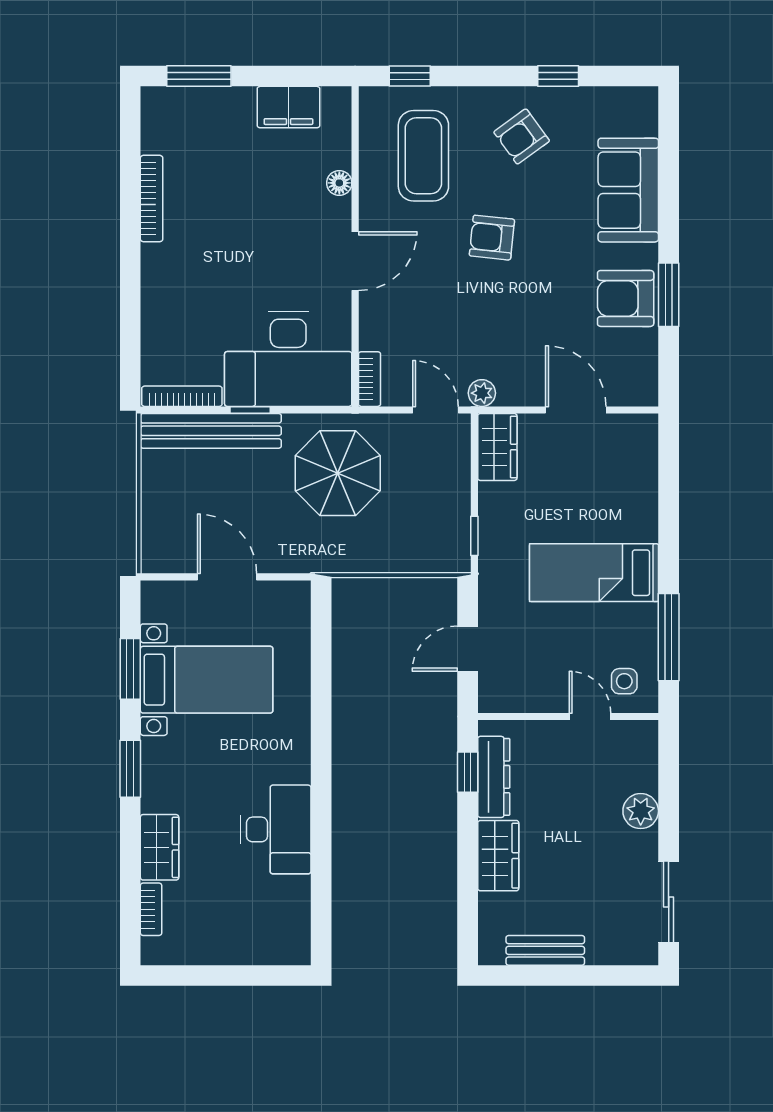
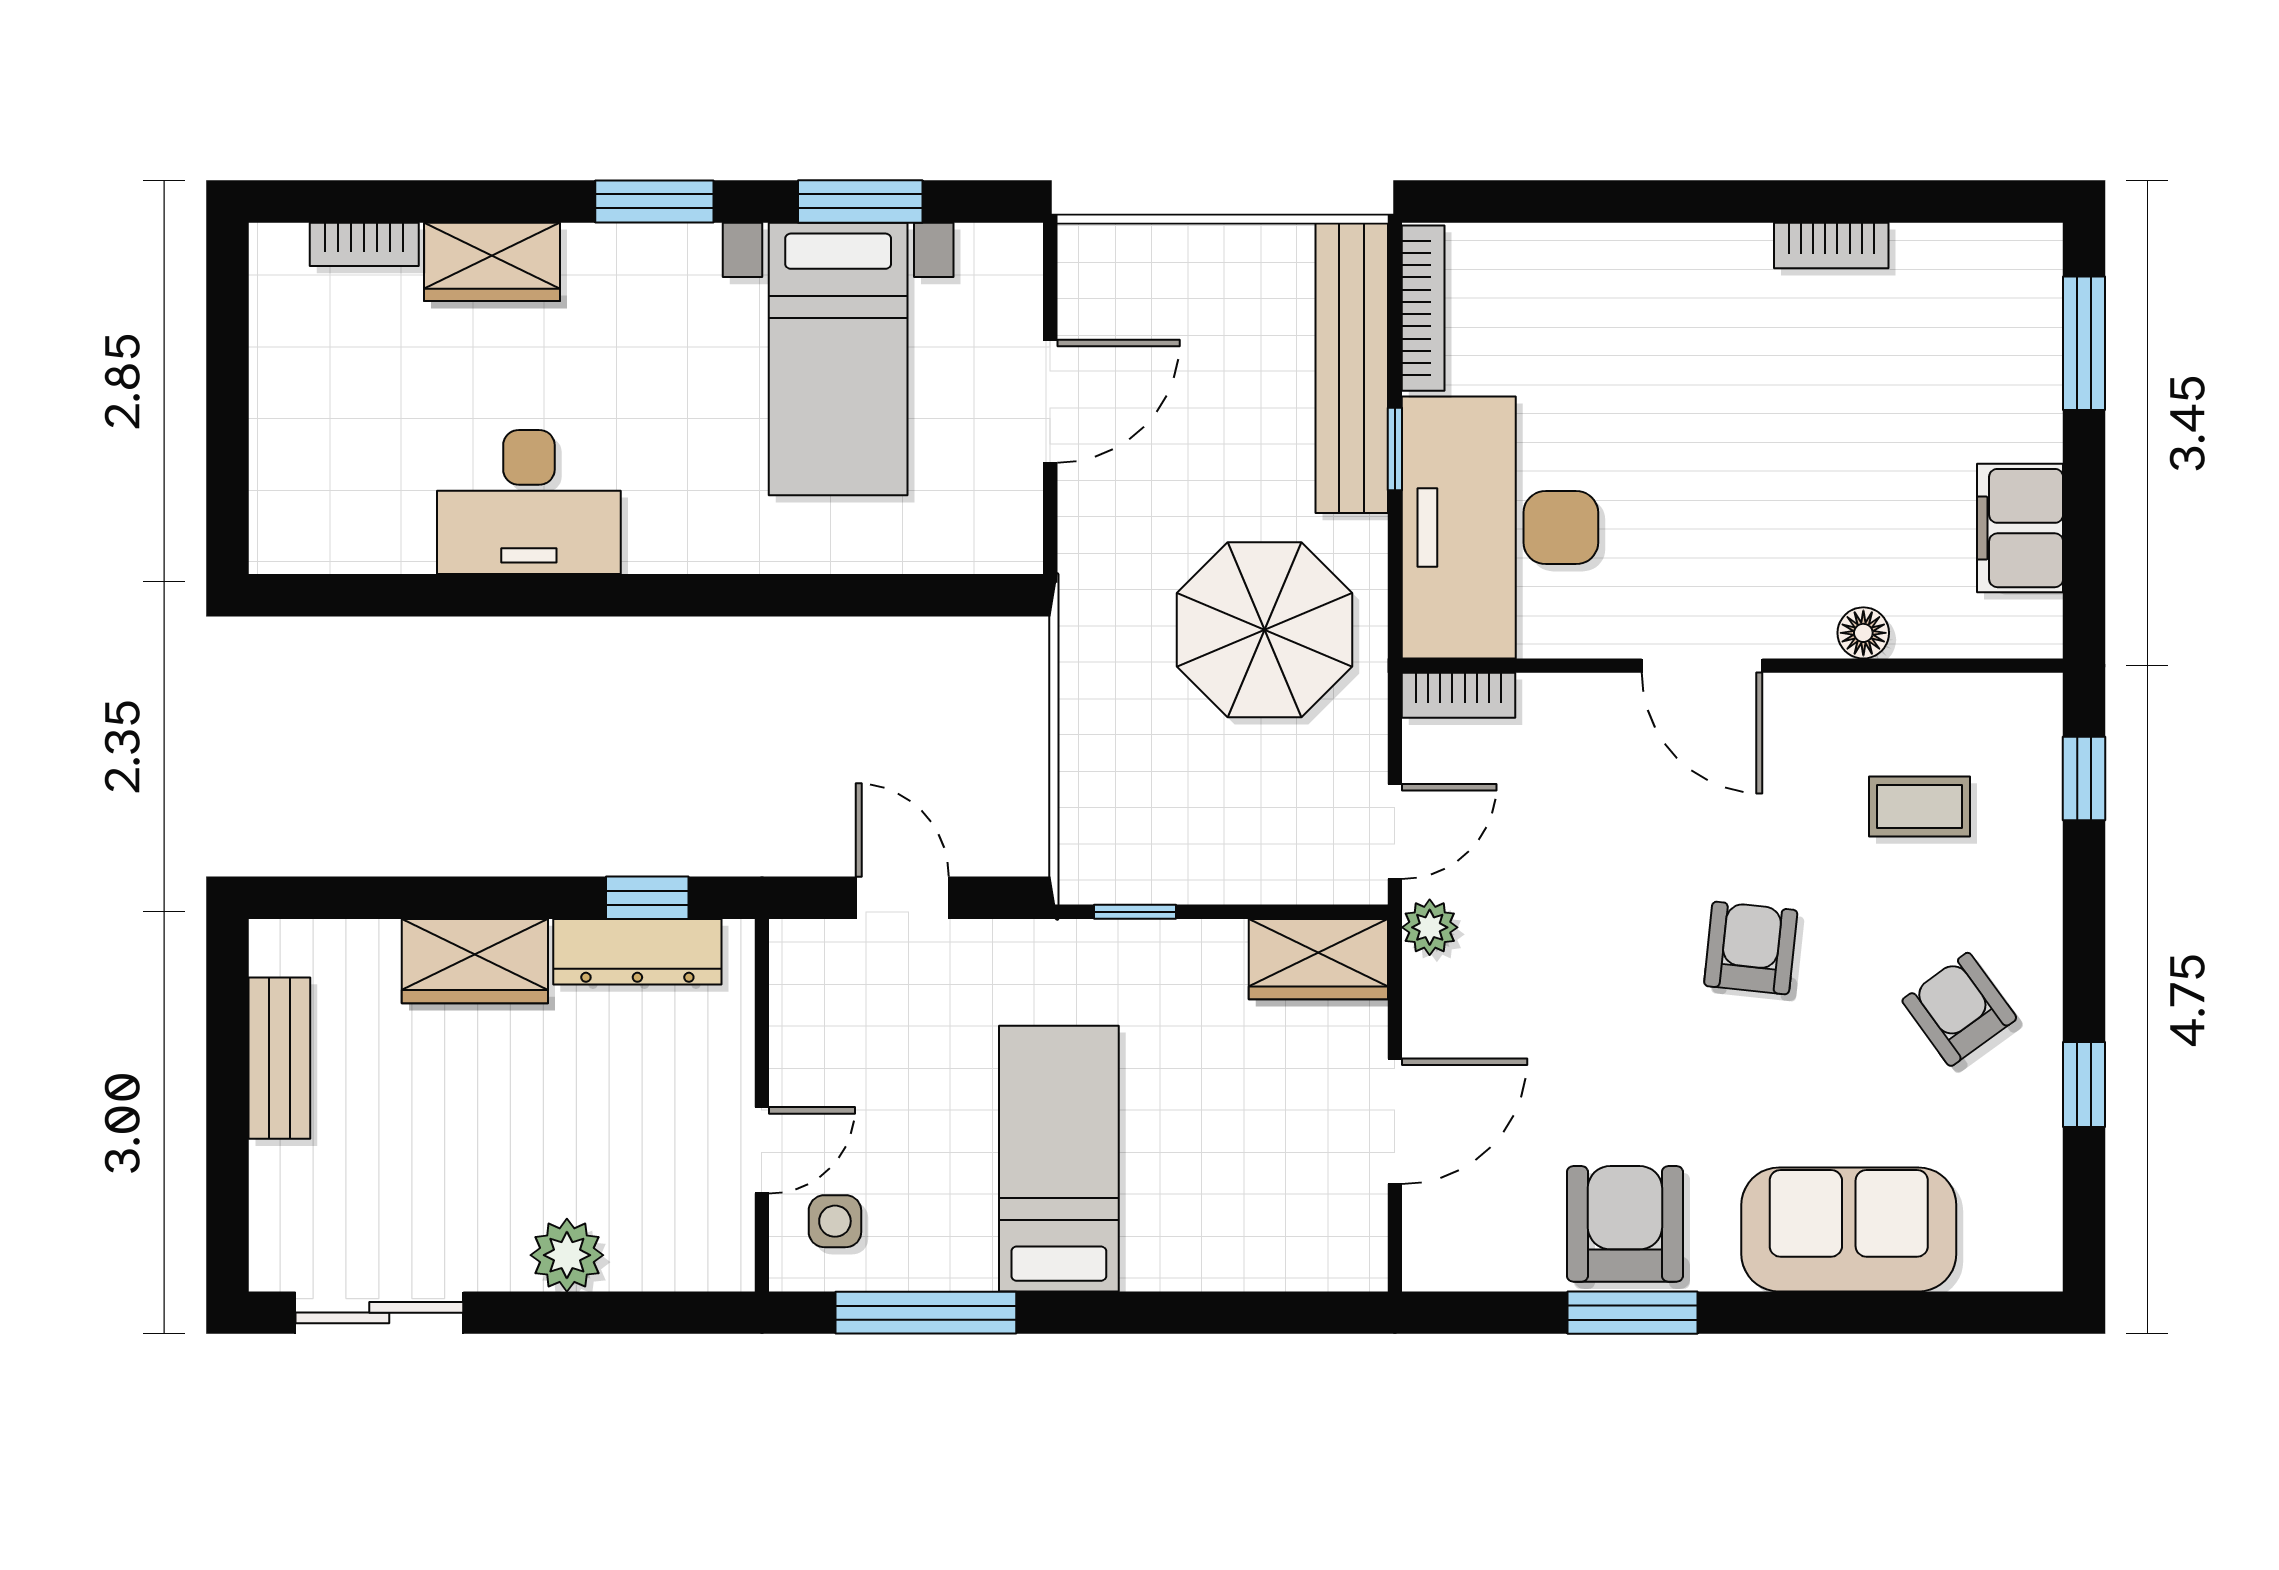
coffee table: (423, 156) -> (1920, 807), width x0.54, depth x0.58
bookcase: (152, 199) -> (1831, 245), width x0.64

